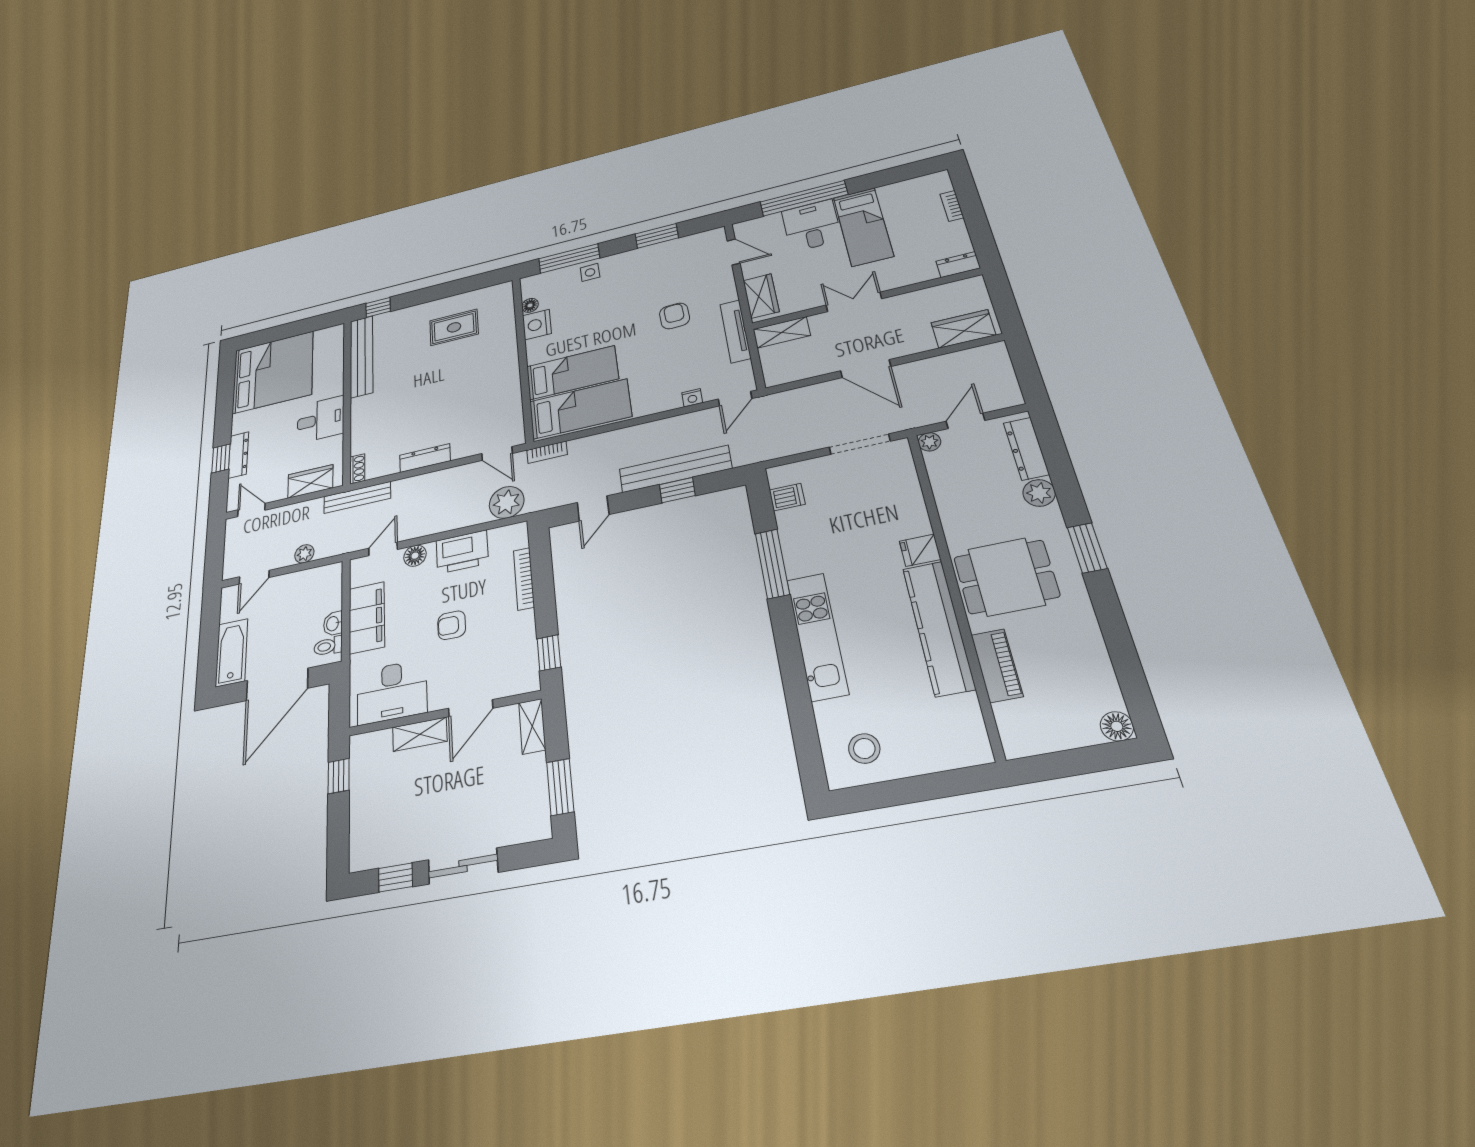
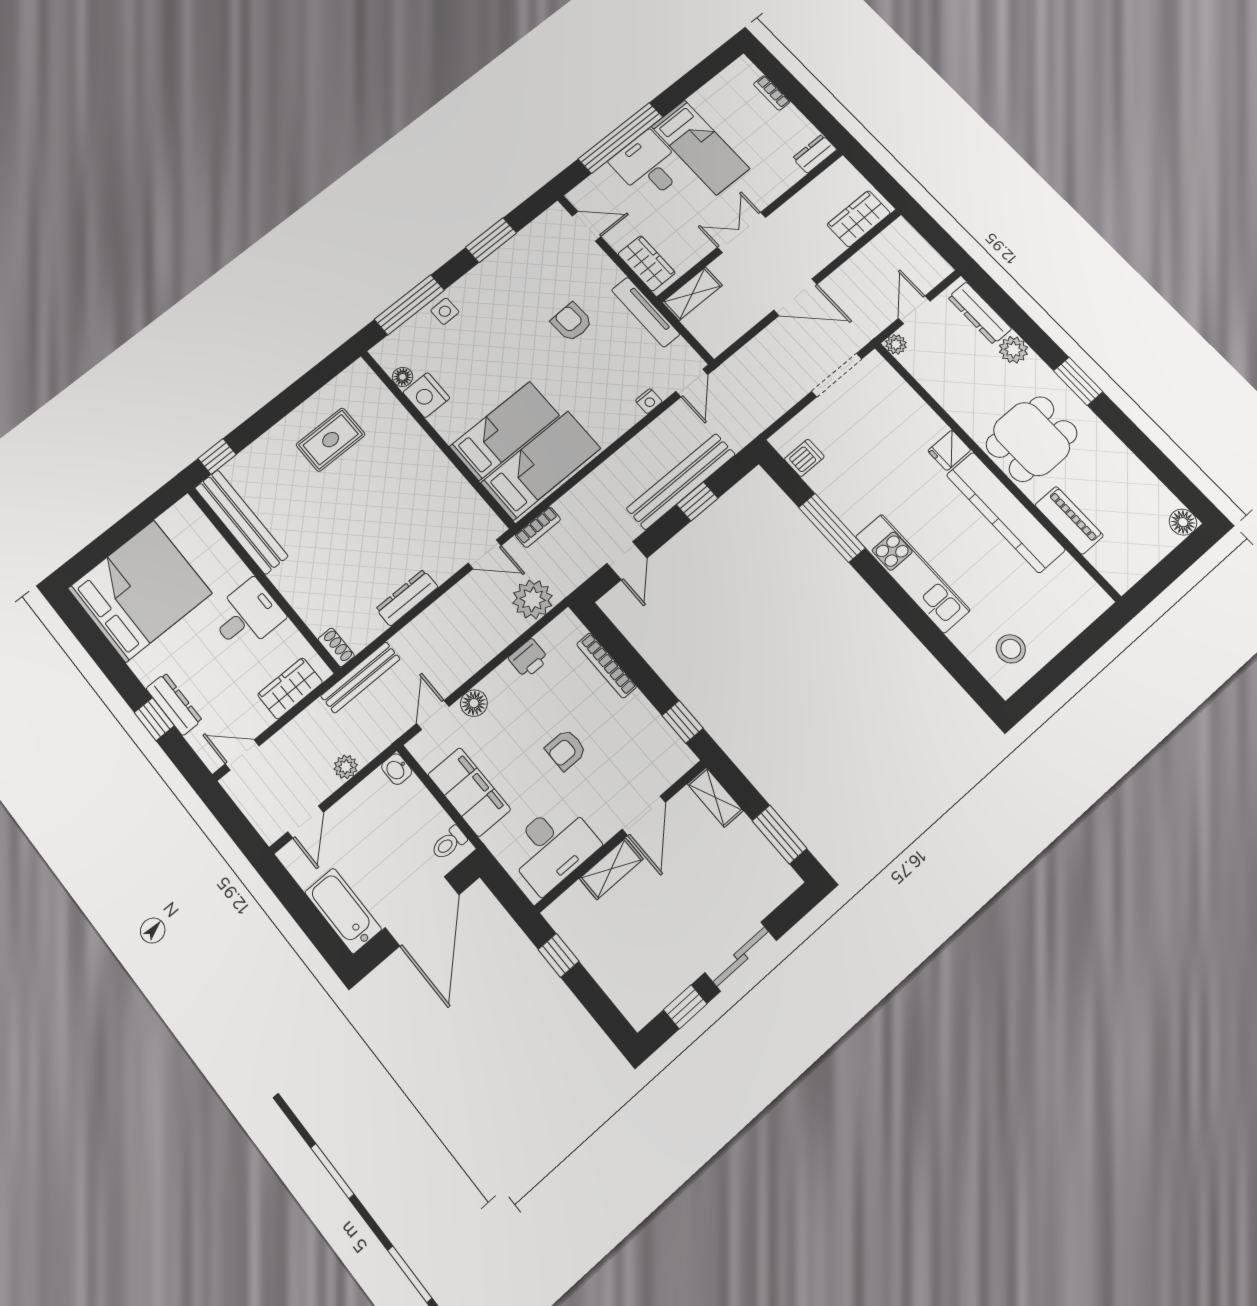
printer: (462, 552) -> (529, 659), width x0.53, depth x0.68
washbasin: (333, 624) -> (397, 769), moved

